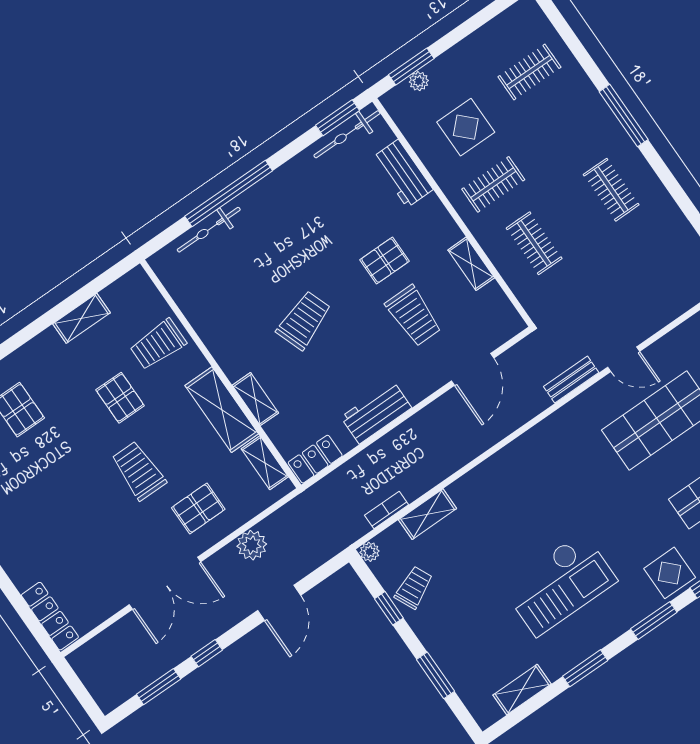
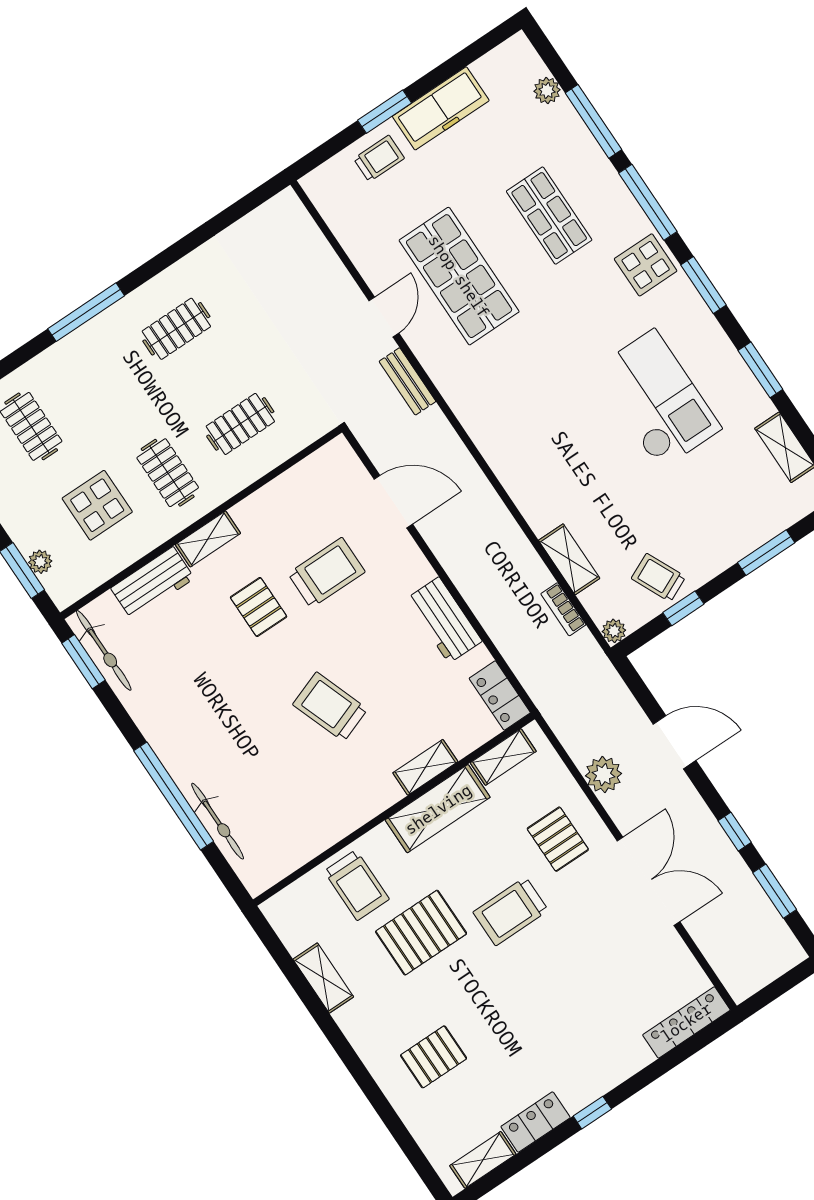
shelving: (471, 264) -> (208, 539), moved
pallet: (120, 398) -> (421, 933), width x1.50, depth x1.42

